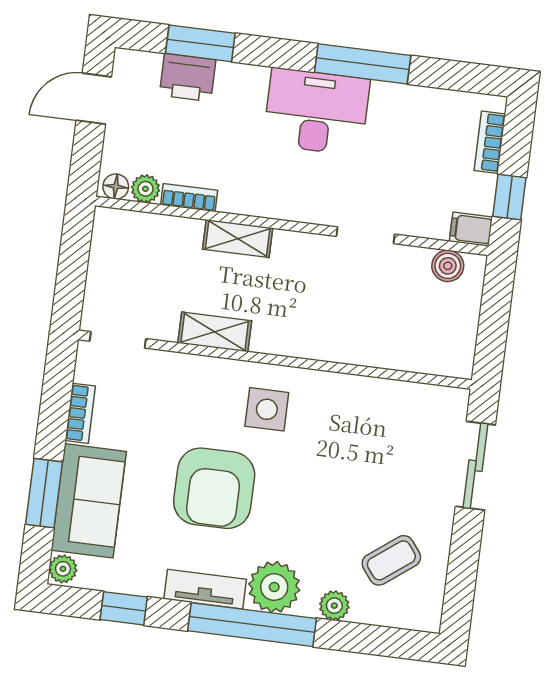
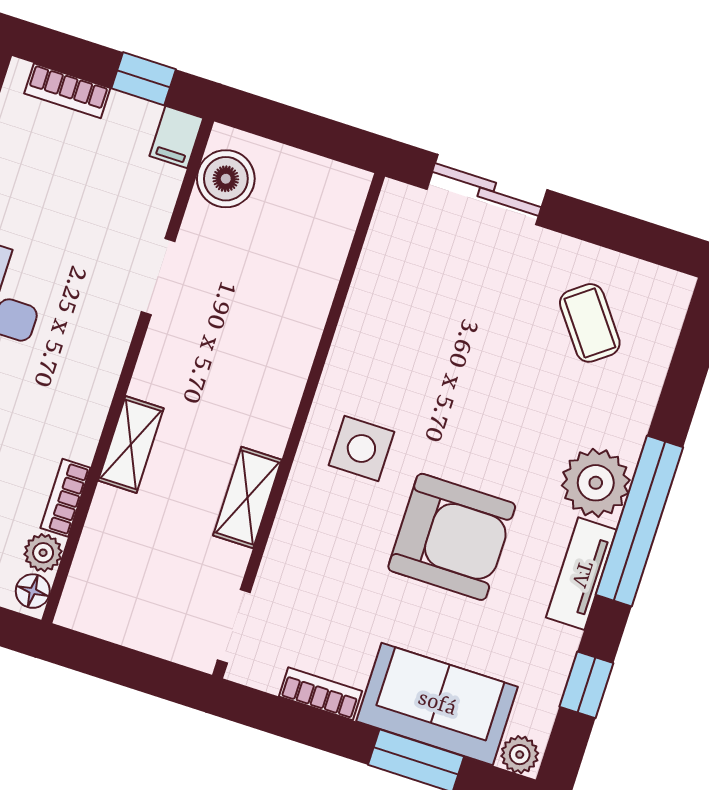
boiler: (448, 266) -> (226, 179), width x1.36, depth x1.36
plant: (334, 606) -> (635, 409), removed

